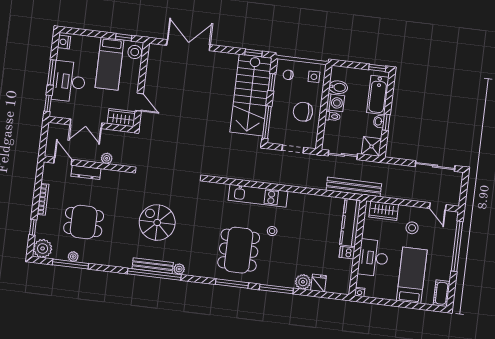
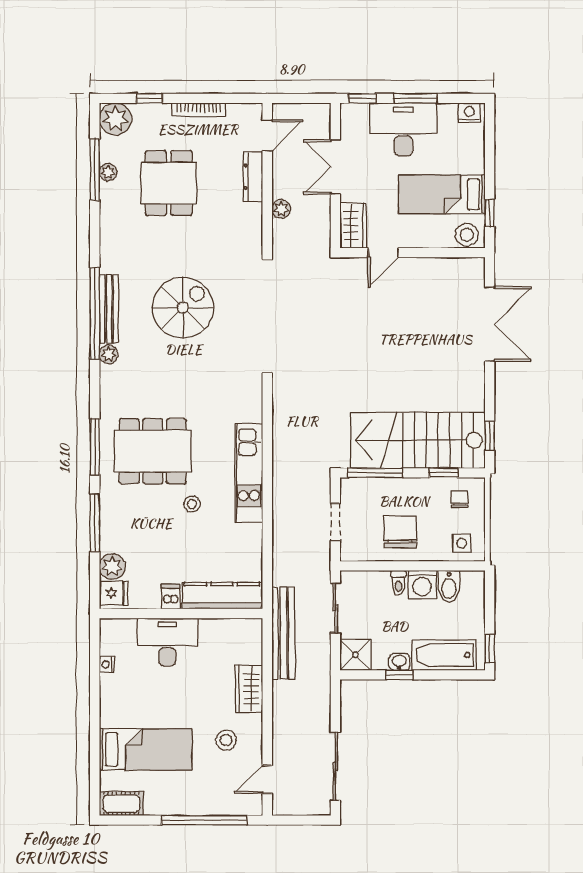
kitchen counter: (350, 223) -> (222, 596), moved
wall: (358, 248) -> (181, 614), moved
dishwasher: (347, 253) -> (171, 597), moved
desk: (373, 258) -> (167, 642), moved

